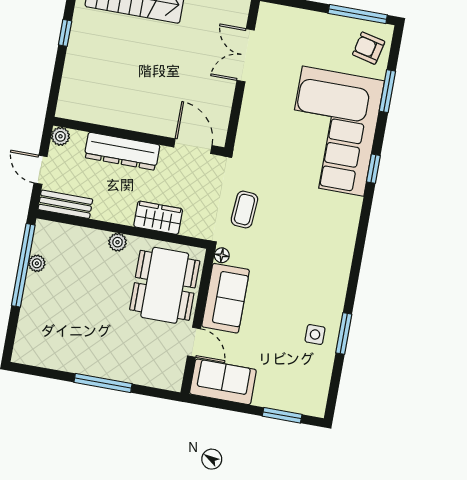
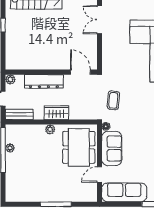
wardrobe: (158, 218) -> (56, 113), moved
door: (194, 342) -> (99, 174), swing flipped
sofa: (223, 382) -> (124, 192), width x1.36

